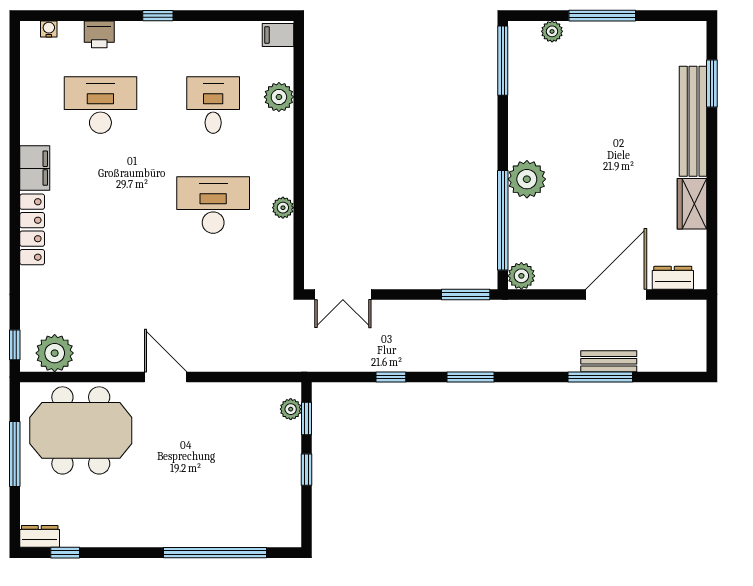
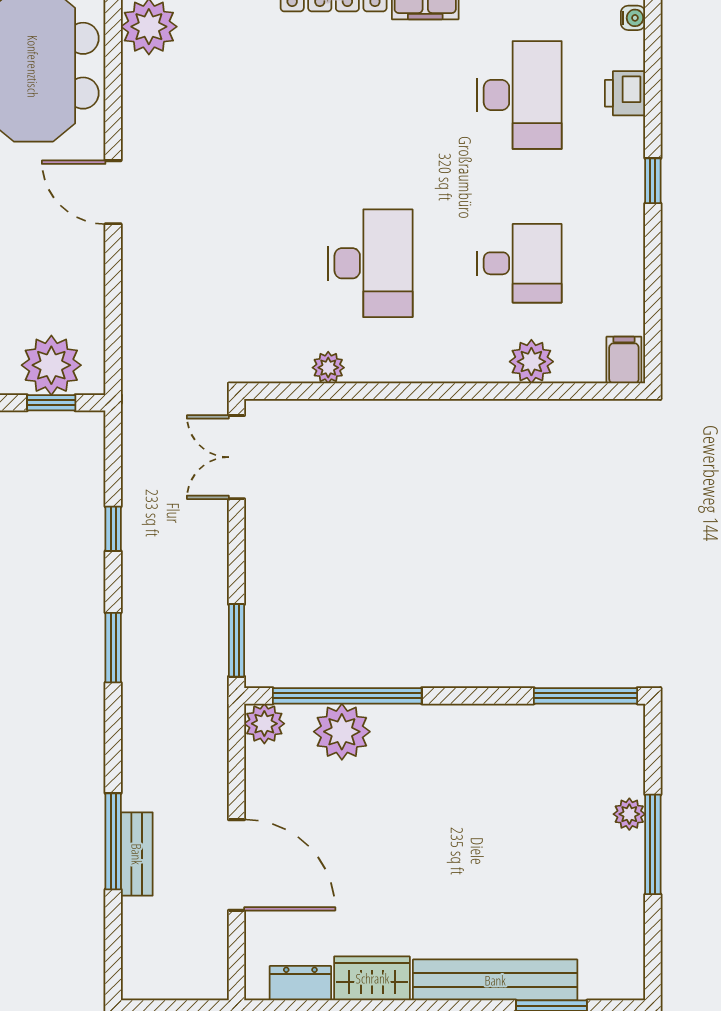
plant: (552, 31) -> (629, 814), moved
plant: (527, 179) -> (342, 732), moved
plant: (283, 208) -> (328, 368), moved
dresser: (673, 278) -> (300, 983), moved, turned -90
door: (166, 377) -> (113, 192), swing flipped
plant: (291, 409) -> (51, 365), width x1.88, depth x1.88

